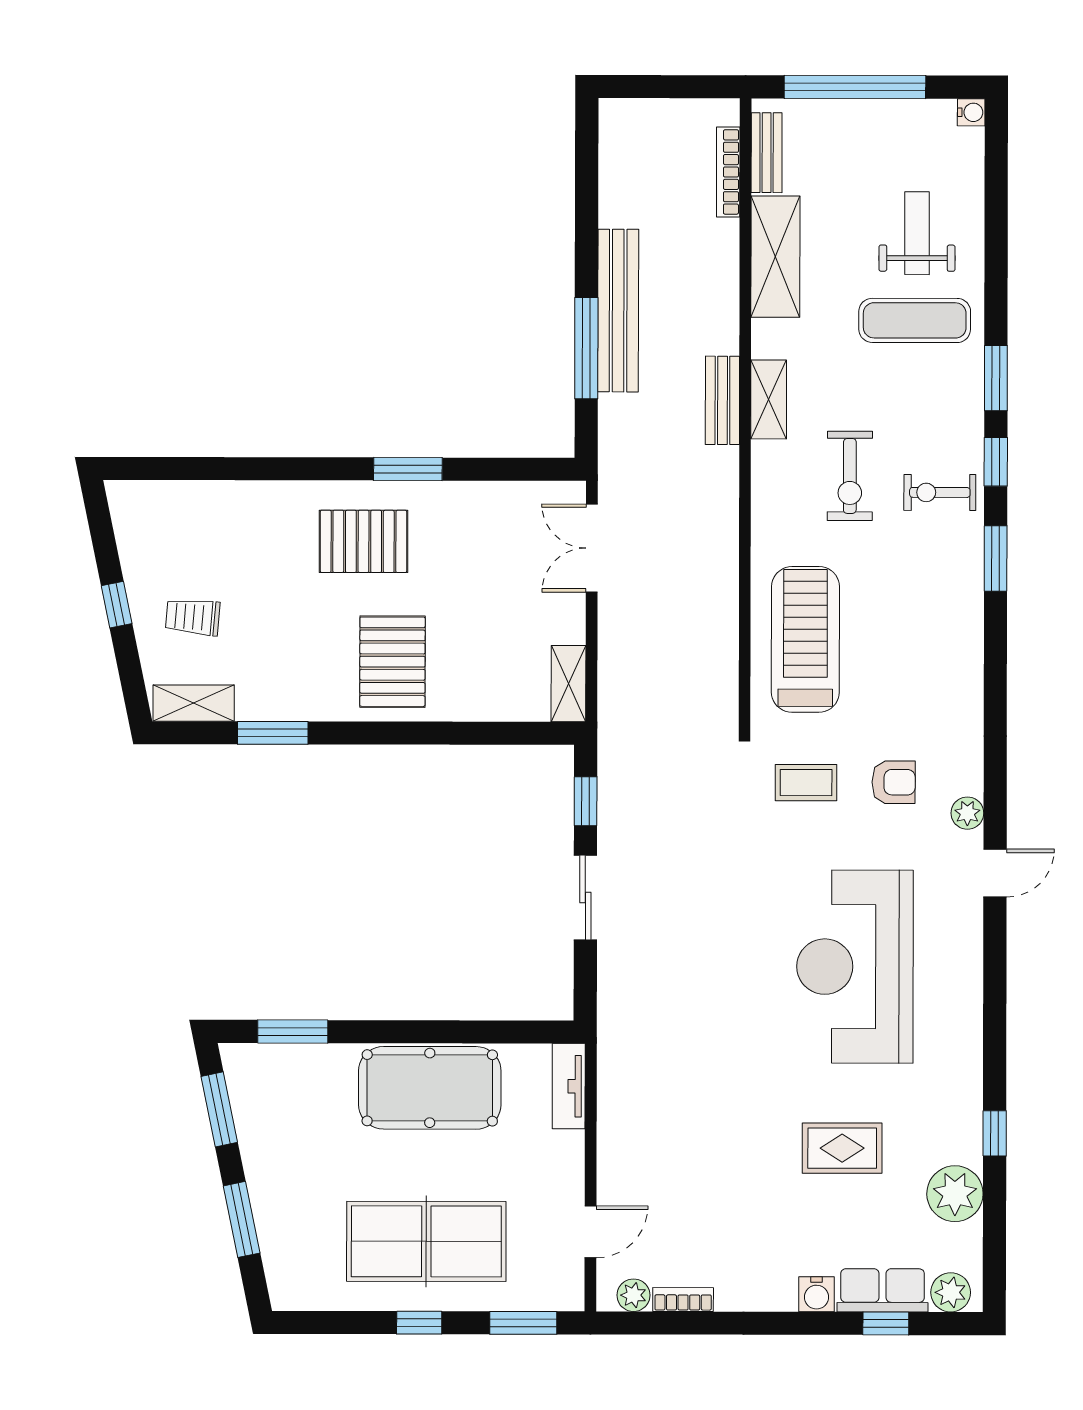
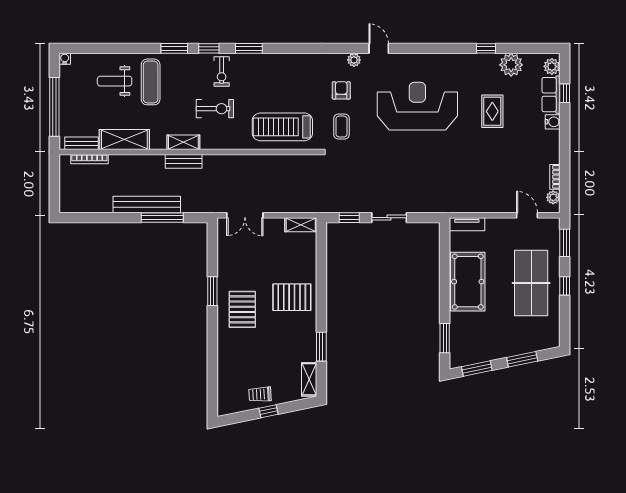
trolley: (193, 617) -> (260, 394), moved, turned 82
reception desk: (855, 967) -> (417, 106), turned 180

